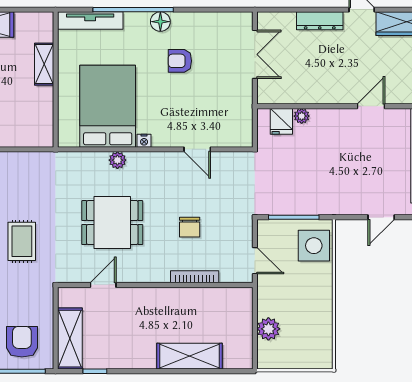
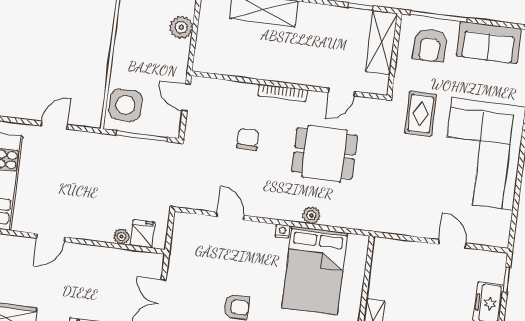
rug: (22, 241) -> (421, 114), moved
bookcase: (195, 277) -> (283, 93), moved

